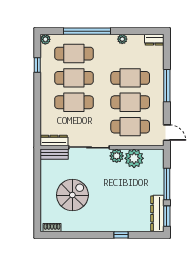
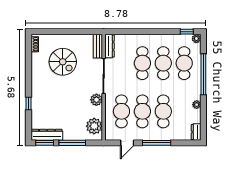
window: (37, 65) -> (187, 32), moved
door: (167, 133) -> (127, 143), moved
plant: (134, 158) -> (94, 126), moved

